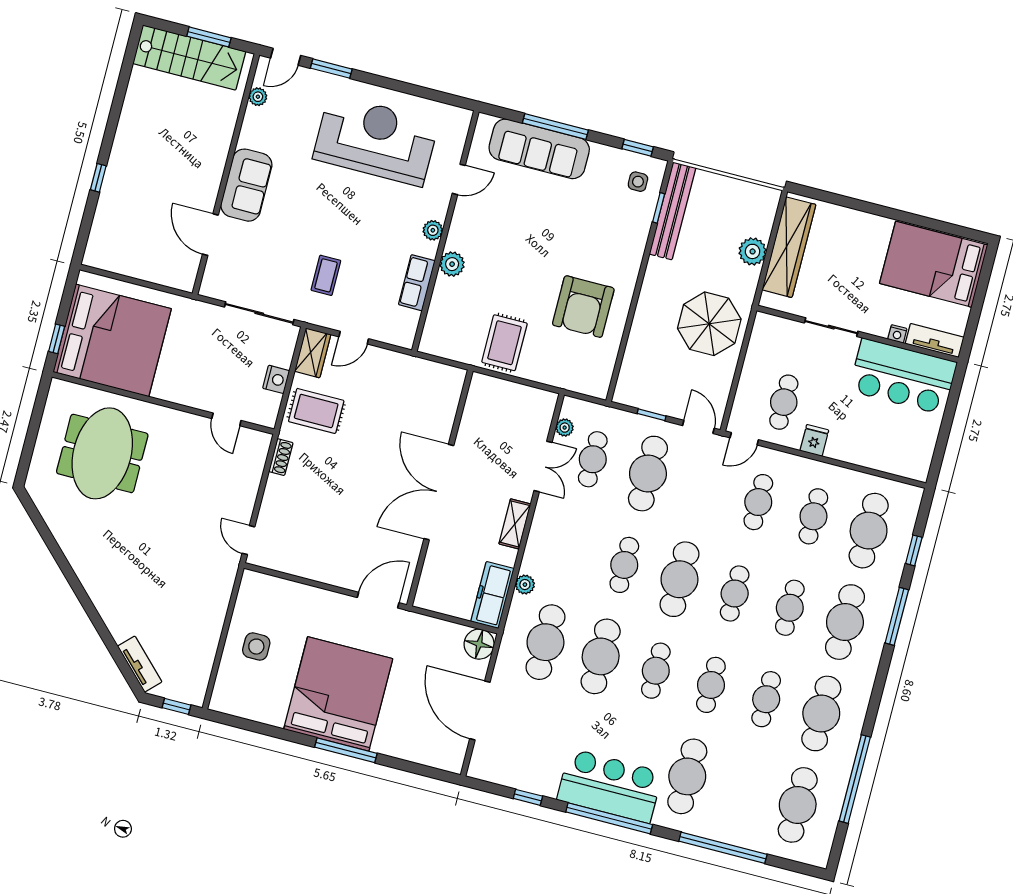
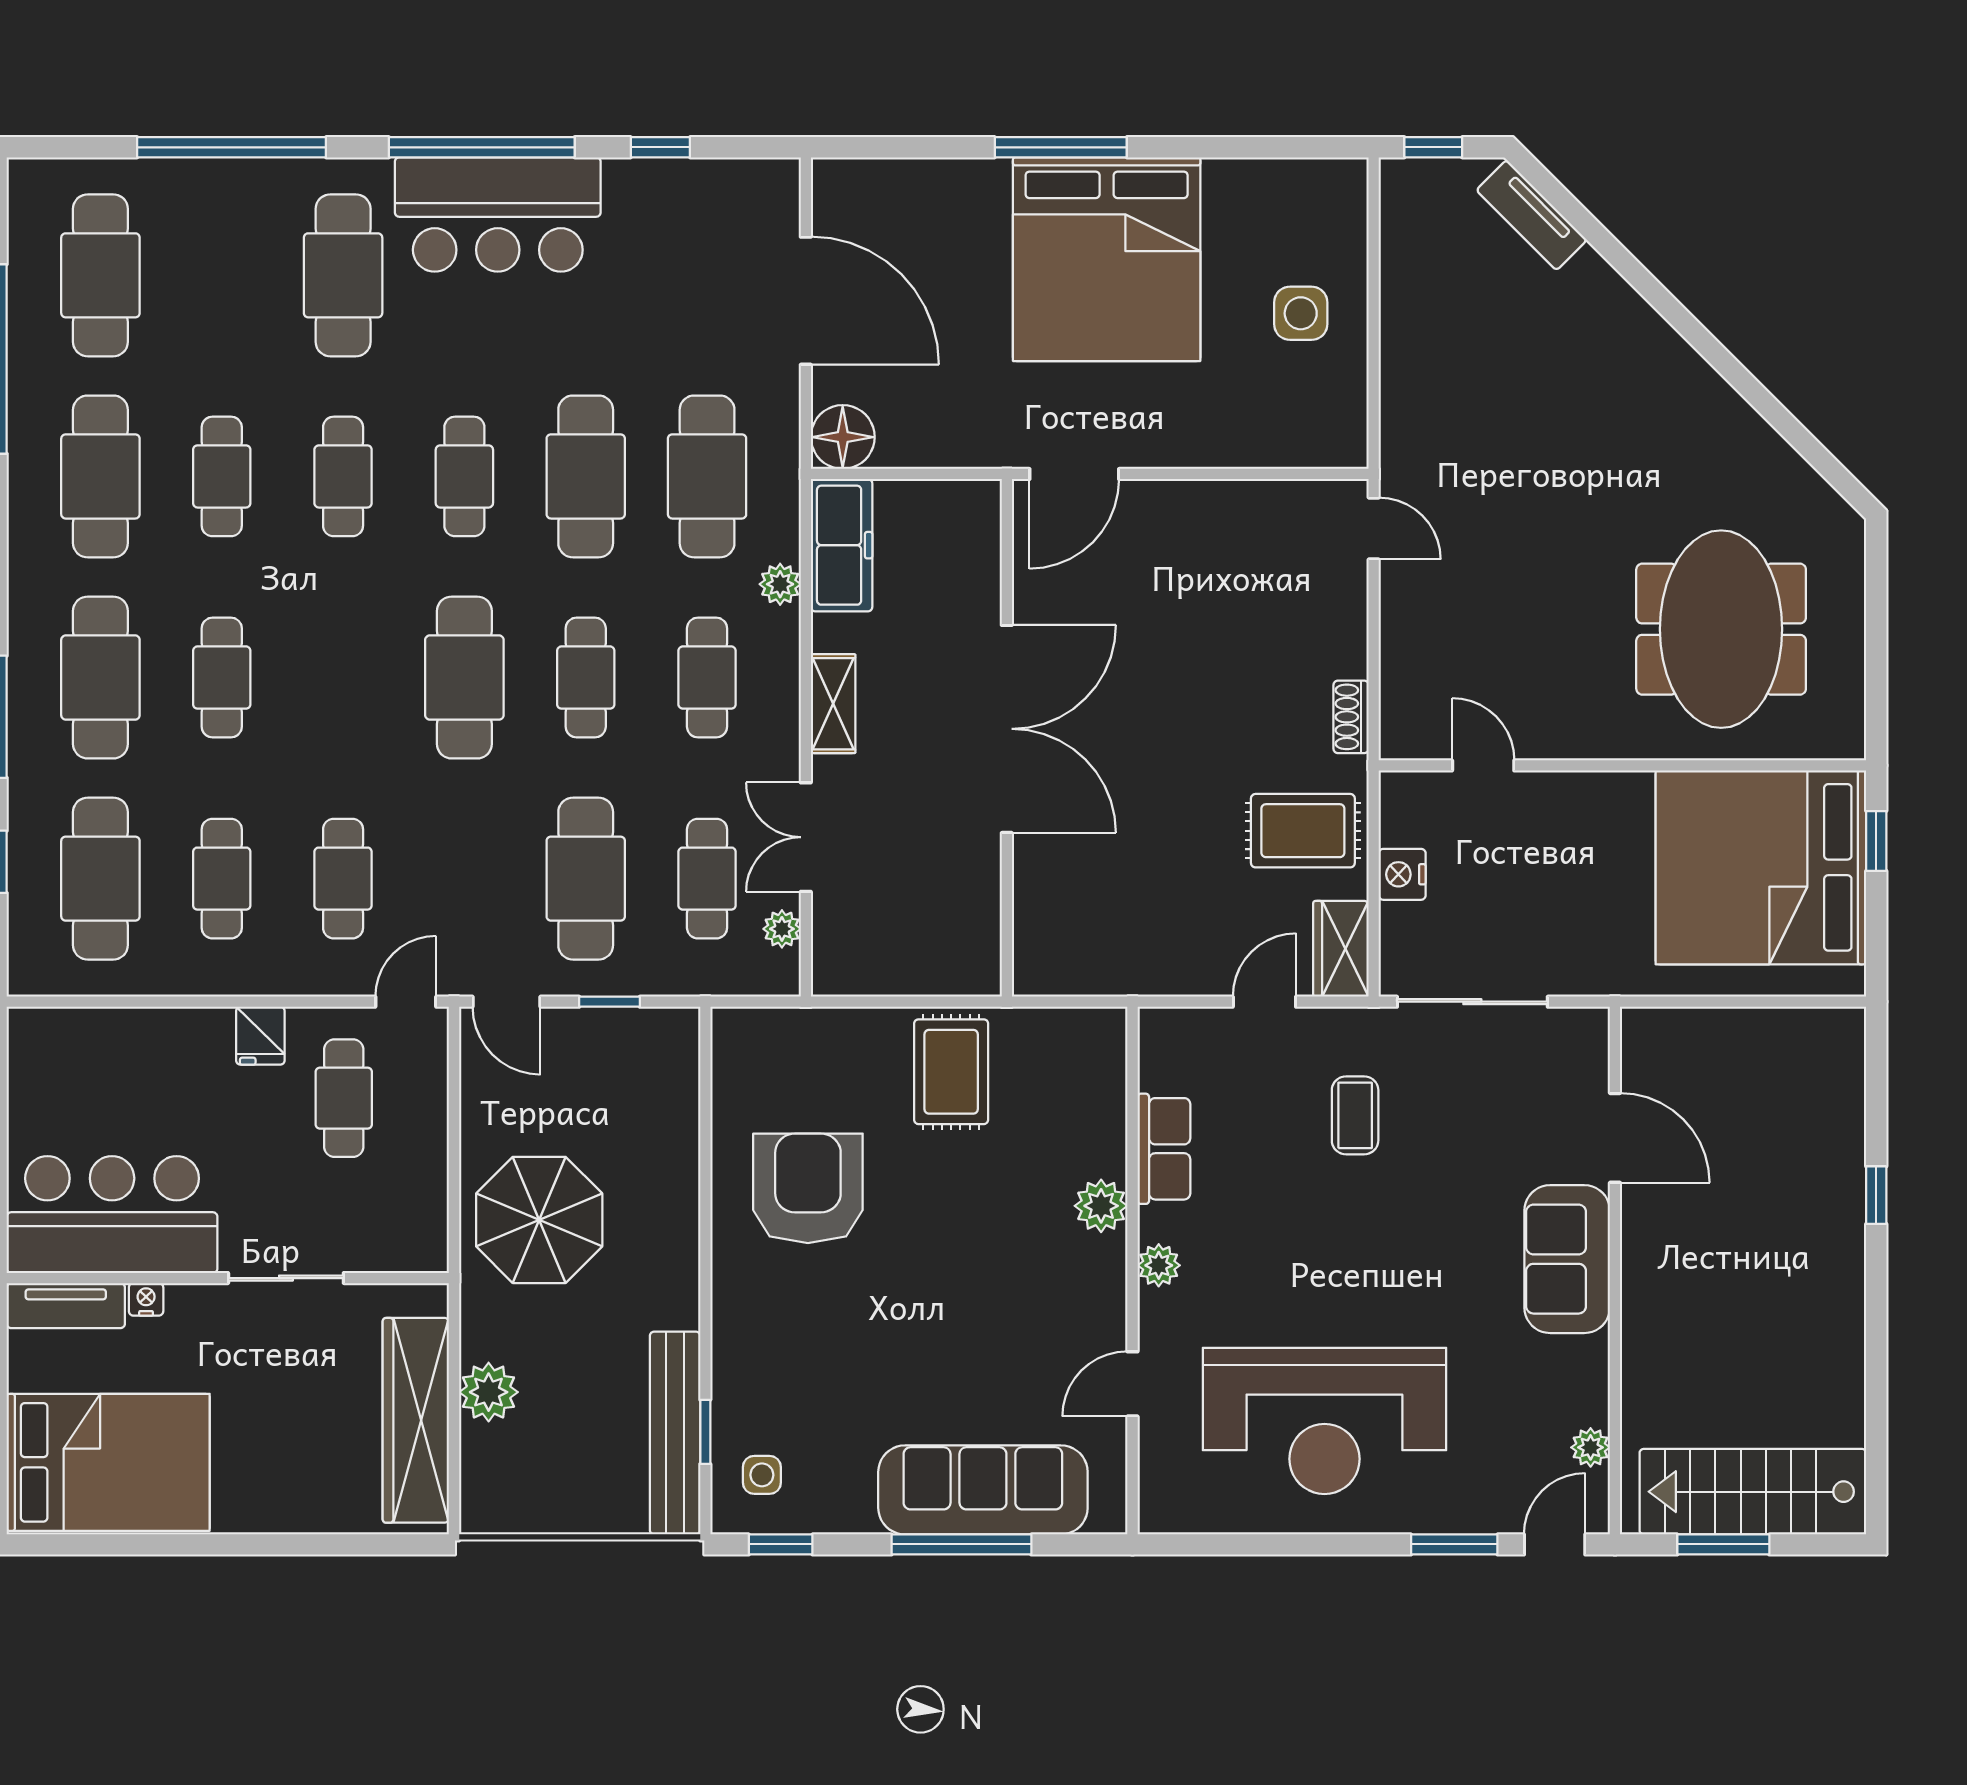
cafe table: (735, 593) -> (707, 678), moved

